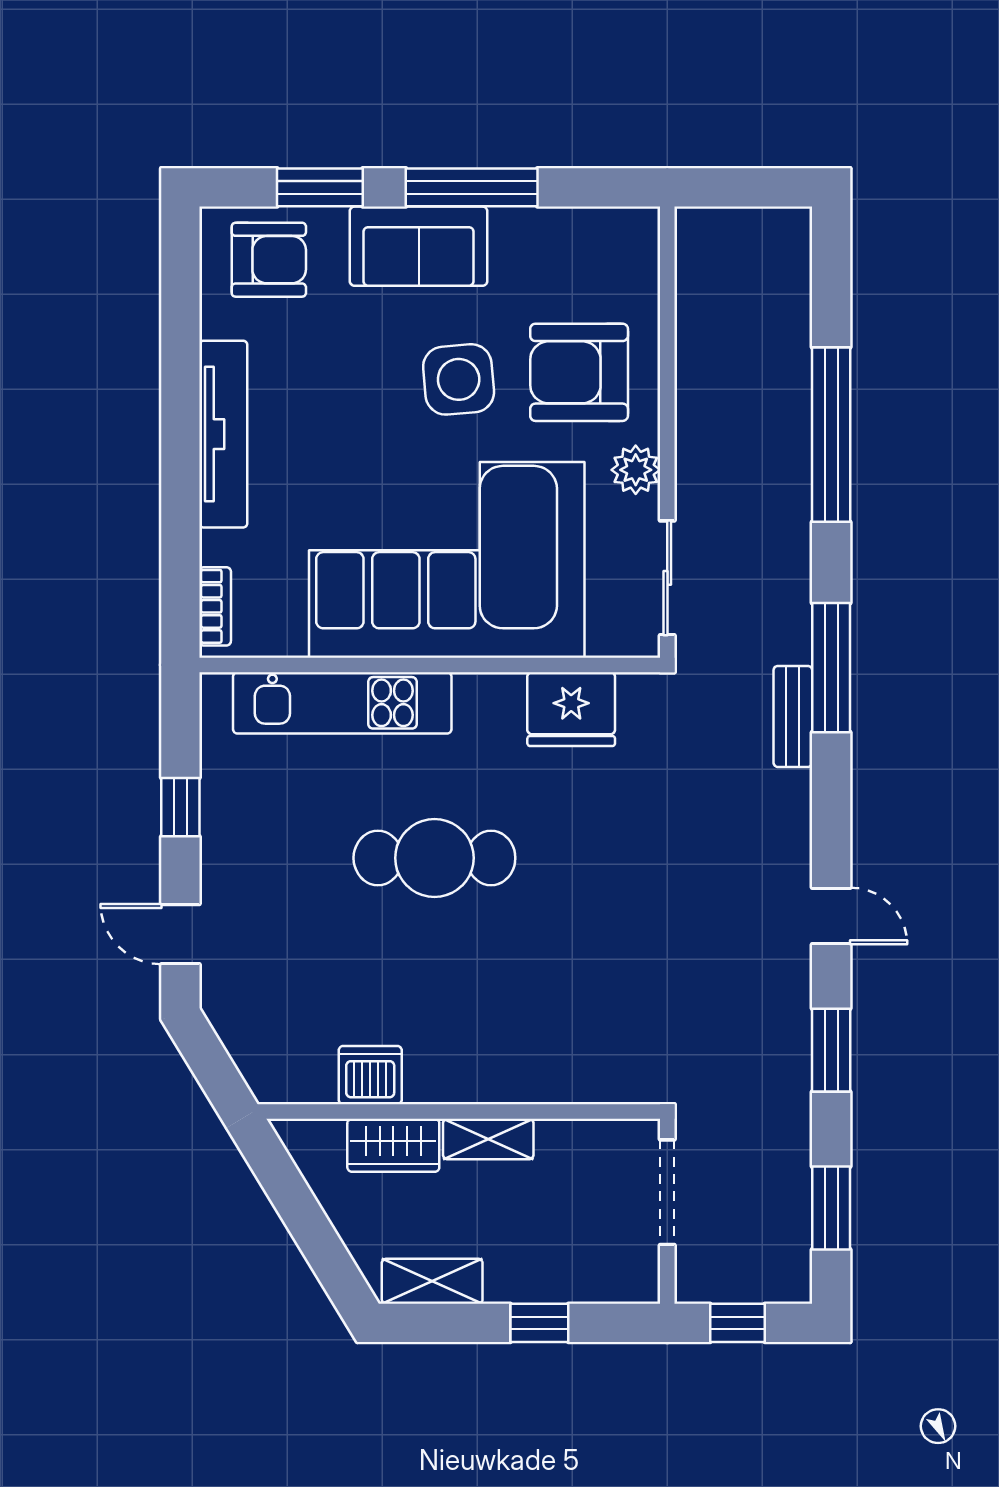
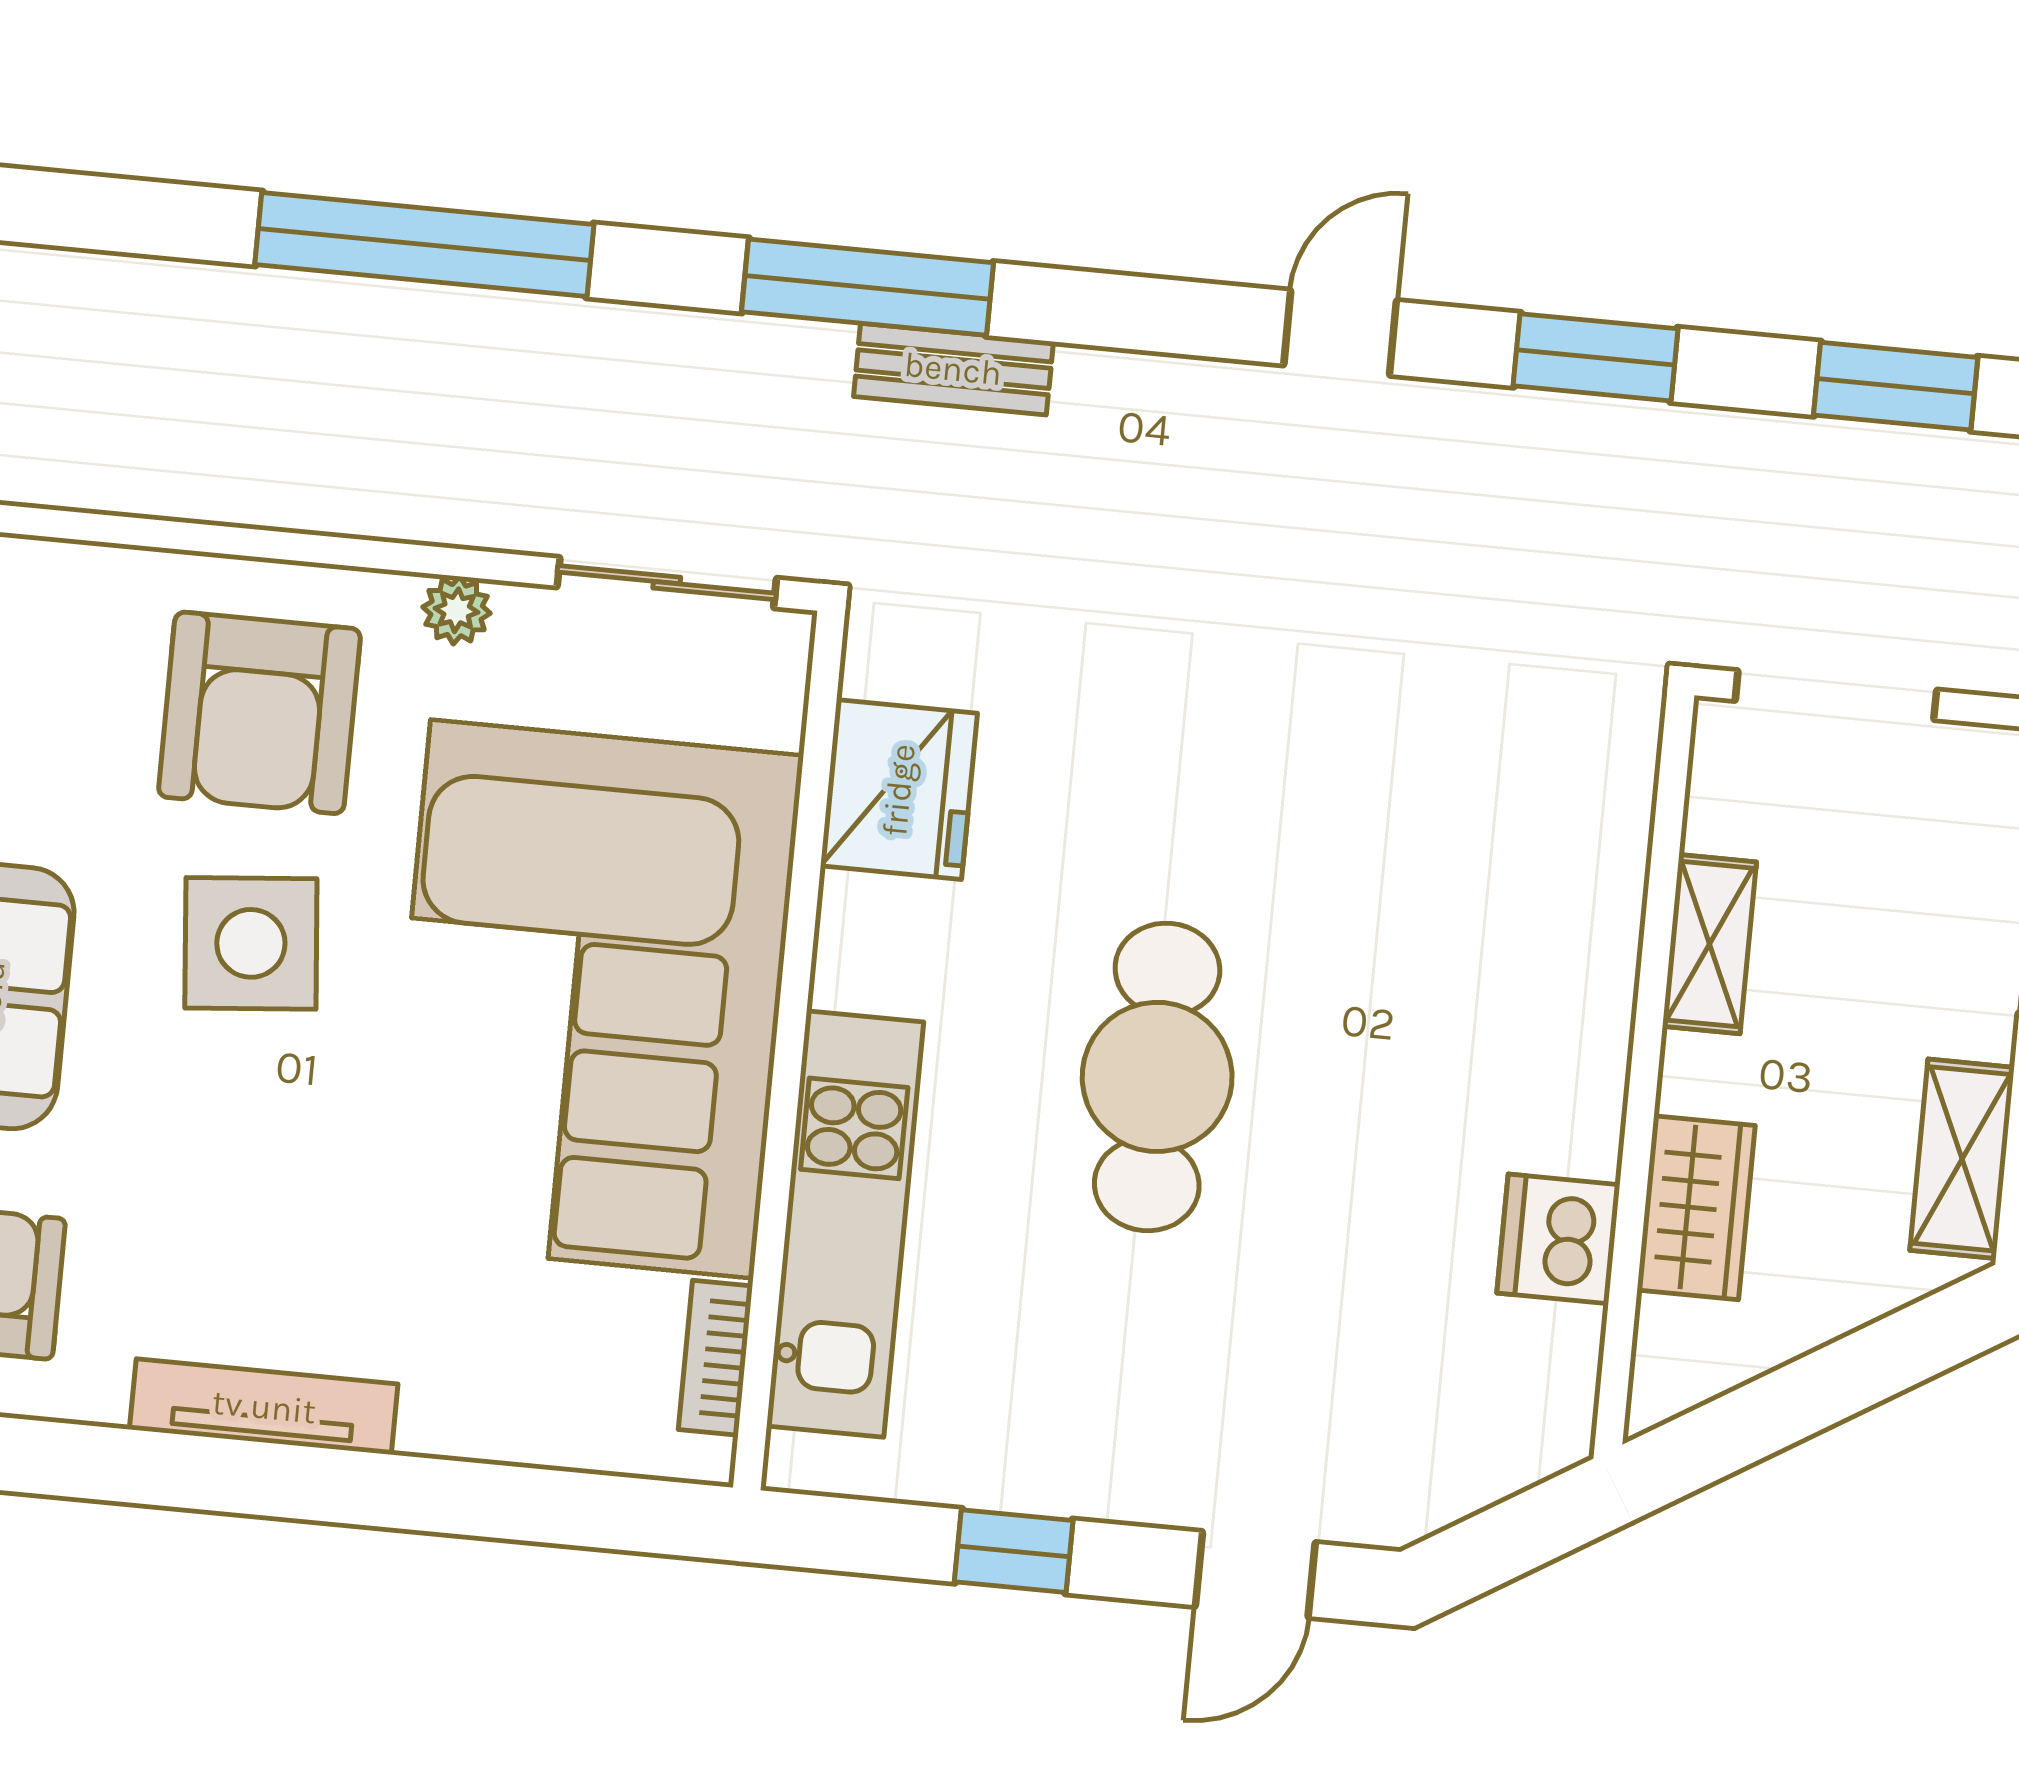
tv unit: (223, 434) -> (264, 1407), width x0.73, depth x0.78
plant: (636, 470) -> (457, 610), width x0.73, depth x0.73
bookcase: (215, 606) -> (715, 1358), moved, turned -90
shelving: (488, 1139) -> (1709, 944), moved

